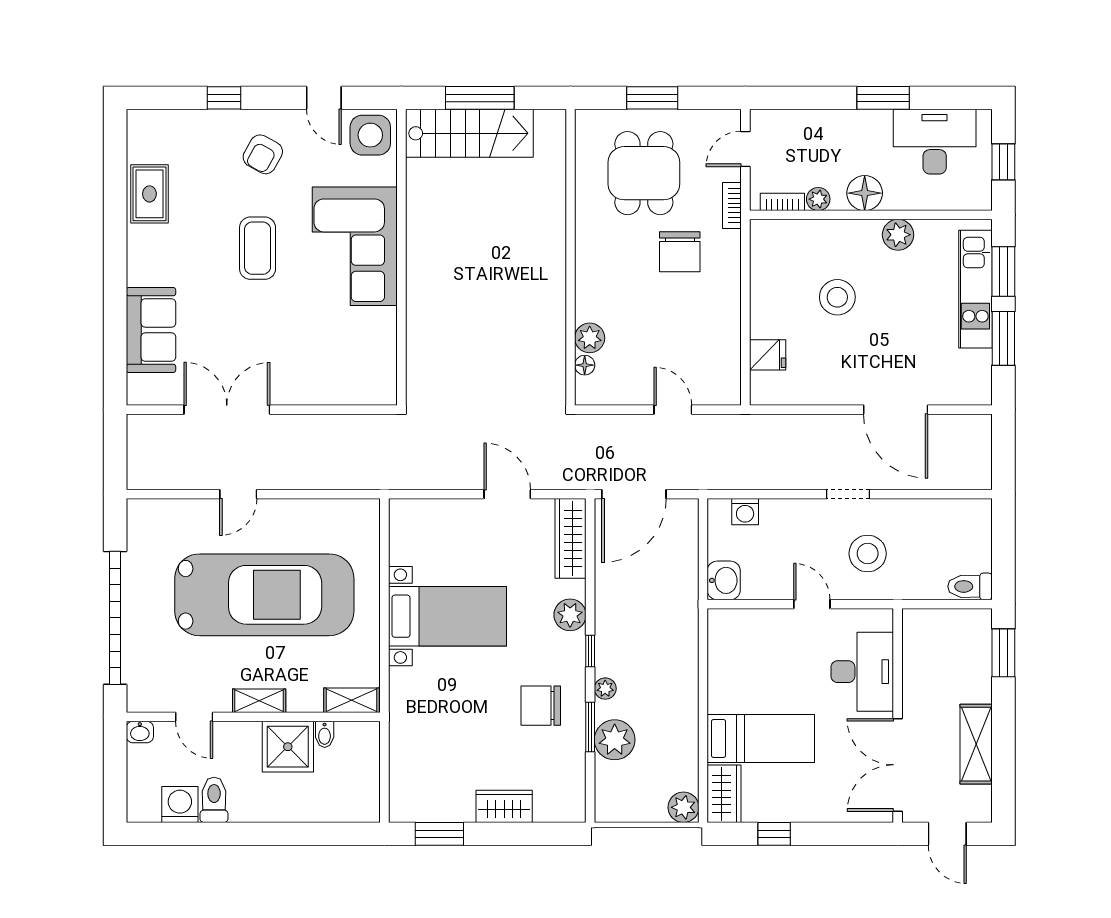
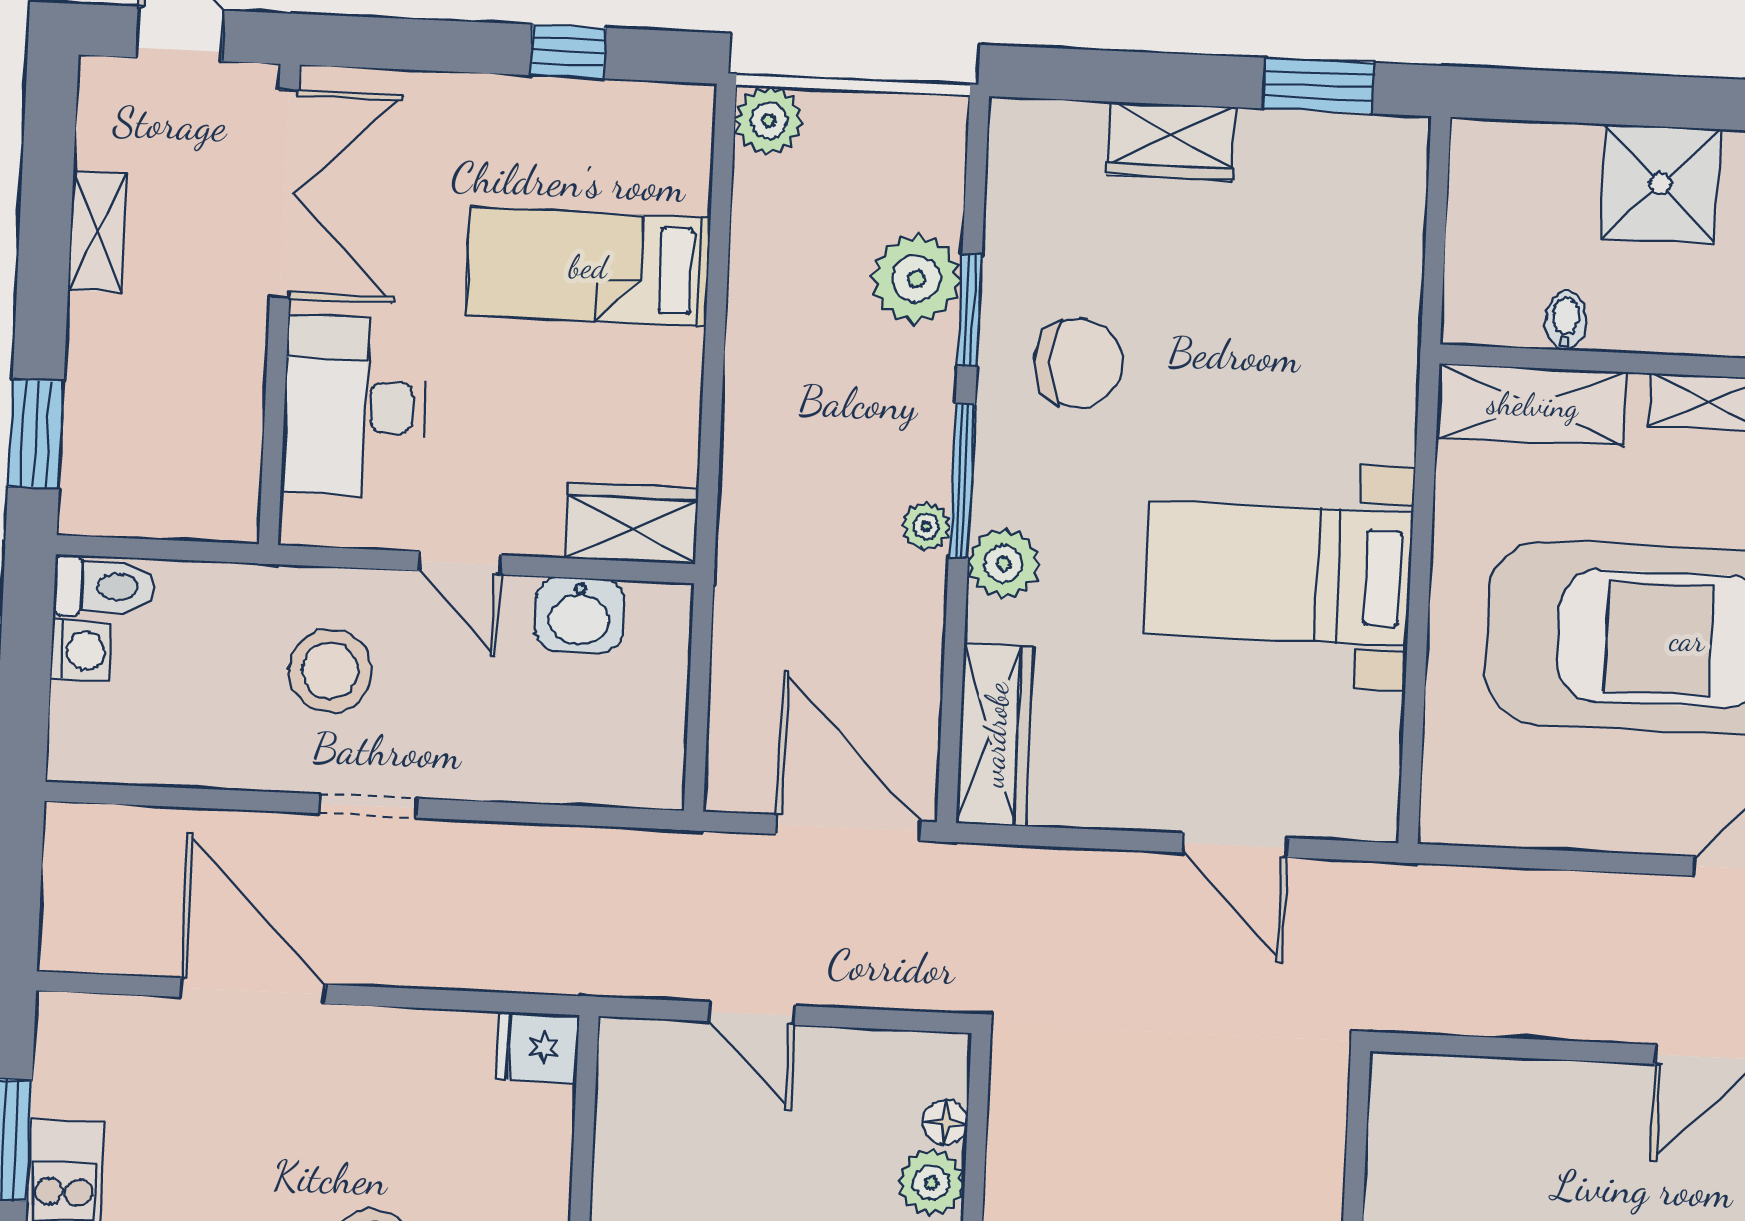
fridge: (768, 355) -> (538, 1047), moved
door: (507, 494) -> (1235, 845), moved
door: (634, 494) -> (848, 828), hinge flipped
washing machine: (745, 512) -> (81, 651), moved, turned 90
washbasin: (724, 580) -> (579, 615), moved, turned -90
window: (590, 651) -> (962, 480), width x2.17
plant: (605, 689) -> (926, 526), moved
shelving: (352, 700) -> (1533, 405), width x1.50, depth x1.33
shelving: (976, 744) -> (97, 232), width x0.67, depth x0.75
shower: (288, 747) -> (1660, 184), moved
wardrobe: (724, 794) -> (632, 524), moved, turned 90

